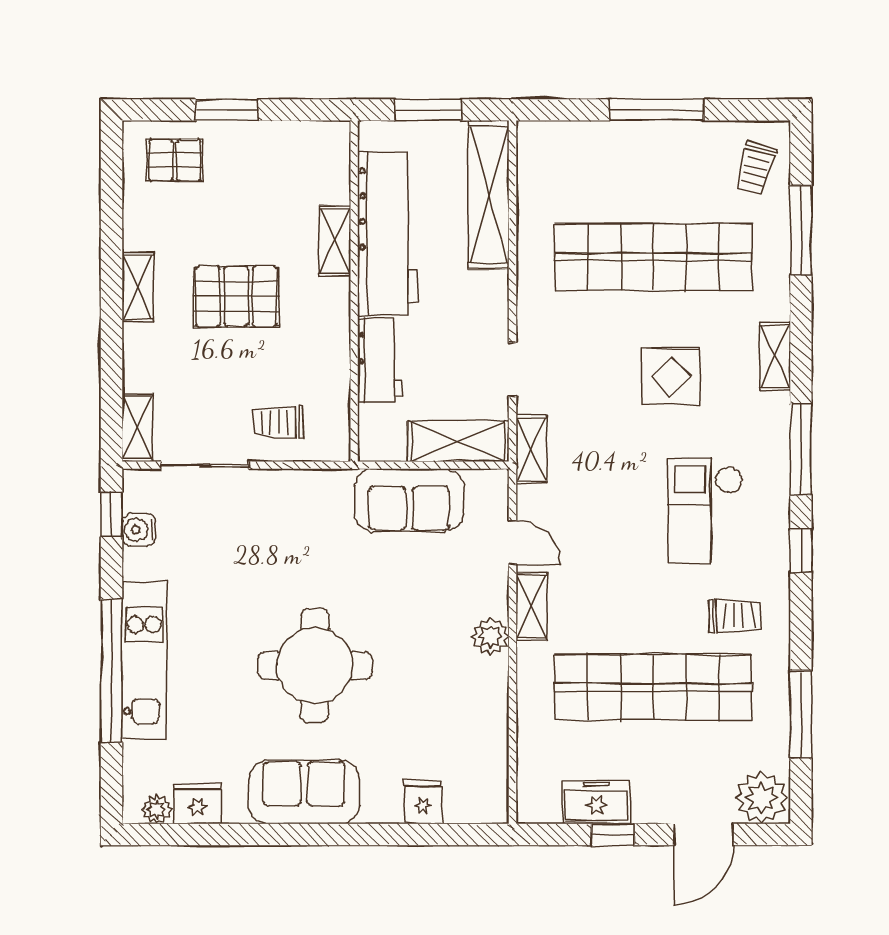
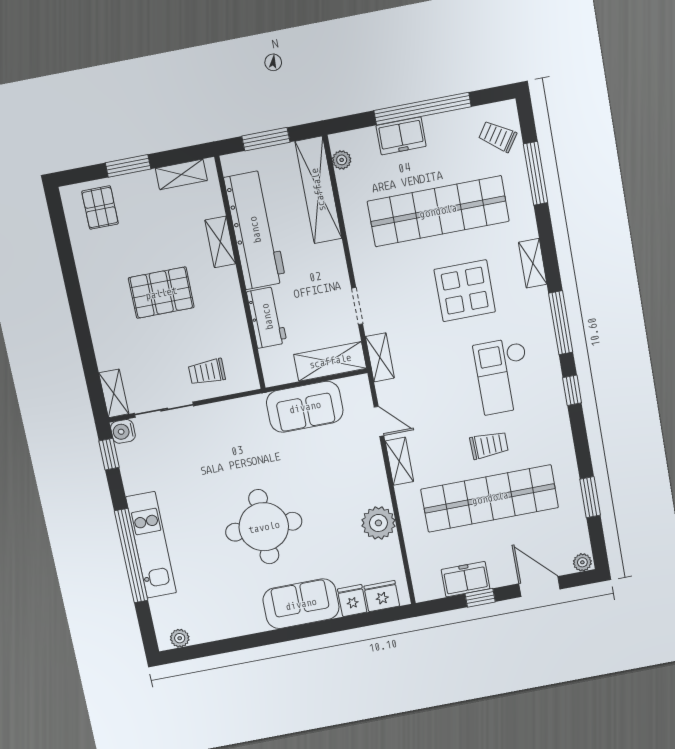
window: (657, 110) -> (423, 109), width x1.46
freezer: (620, 142) -> (401, 136), added
plant: (530, 159) -> (342, 160), added
pallet: (175, 160) -> (100, 208), turned 90
trolley: (756, 168) -> (498, 136), turned 109
shelving: (138, 287) -> (181, 174), moved, turned 90
display table: (671, 377) -> (465, 291), width x1.36, depth x1.36
water cooler: (139, 530) -> (123, 431), moved
trolley: (735, 616) -> (489, 445), moved
plant: (490, 636) -> (378, 523), moved, width x1.36, depth x1.36
window: (801, 714) -> (590, 497), width x0.69
sofa: (304, 792) -> (301, 604), moved
plant: (761, 798) -> (582, 562), width x0.53, depth x0.53
fridge: (198, 804) -> (382, 596), moved
door: (704, 834) -> (539, 586), swing flipped

